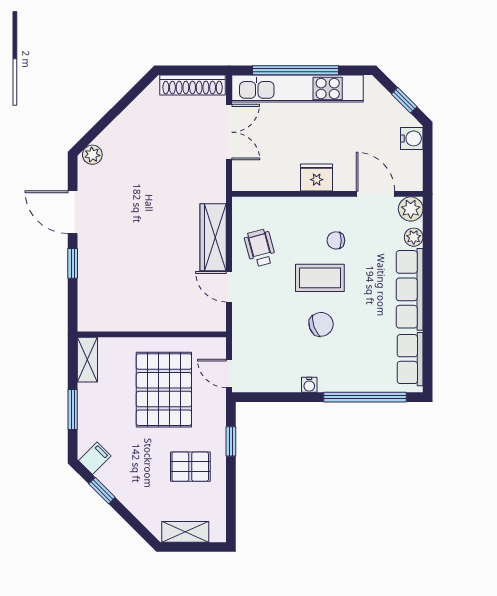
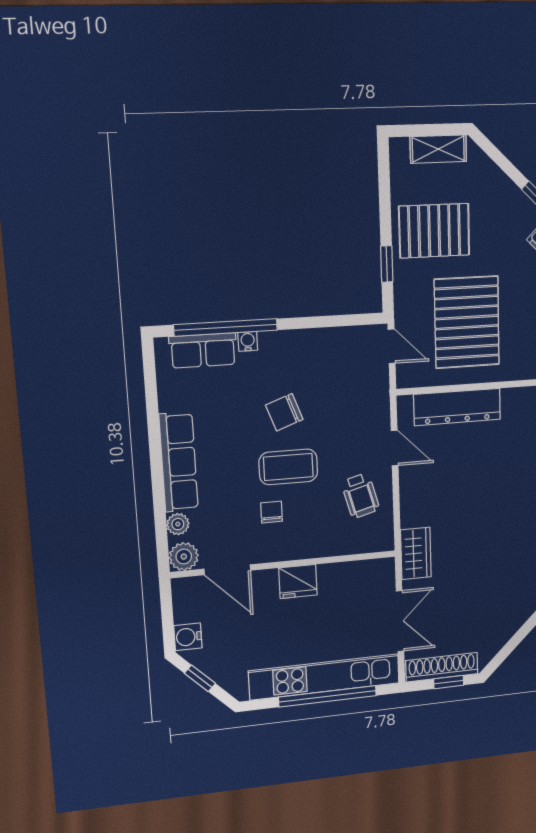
window: (187, 70) -> (449, 682), added
double door: (229, 132) -> (400, 621), swing flipped
wardrobe: (213, 237) -> (416, 553), moved, width x0.67
chair: (336, 240) -> (272, 512), turned -90
dresser: (174, 318) -> (457, 407), added
row of seats: (410, 359) -> (203, 350), moved, turned 90
water cooler: (309, 385) -> (248, 341), moved
pallet: (190, 467) -> (434, 231), width x1.50, depth x1.42

